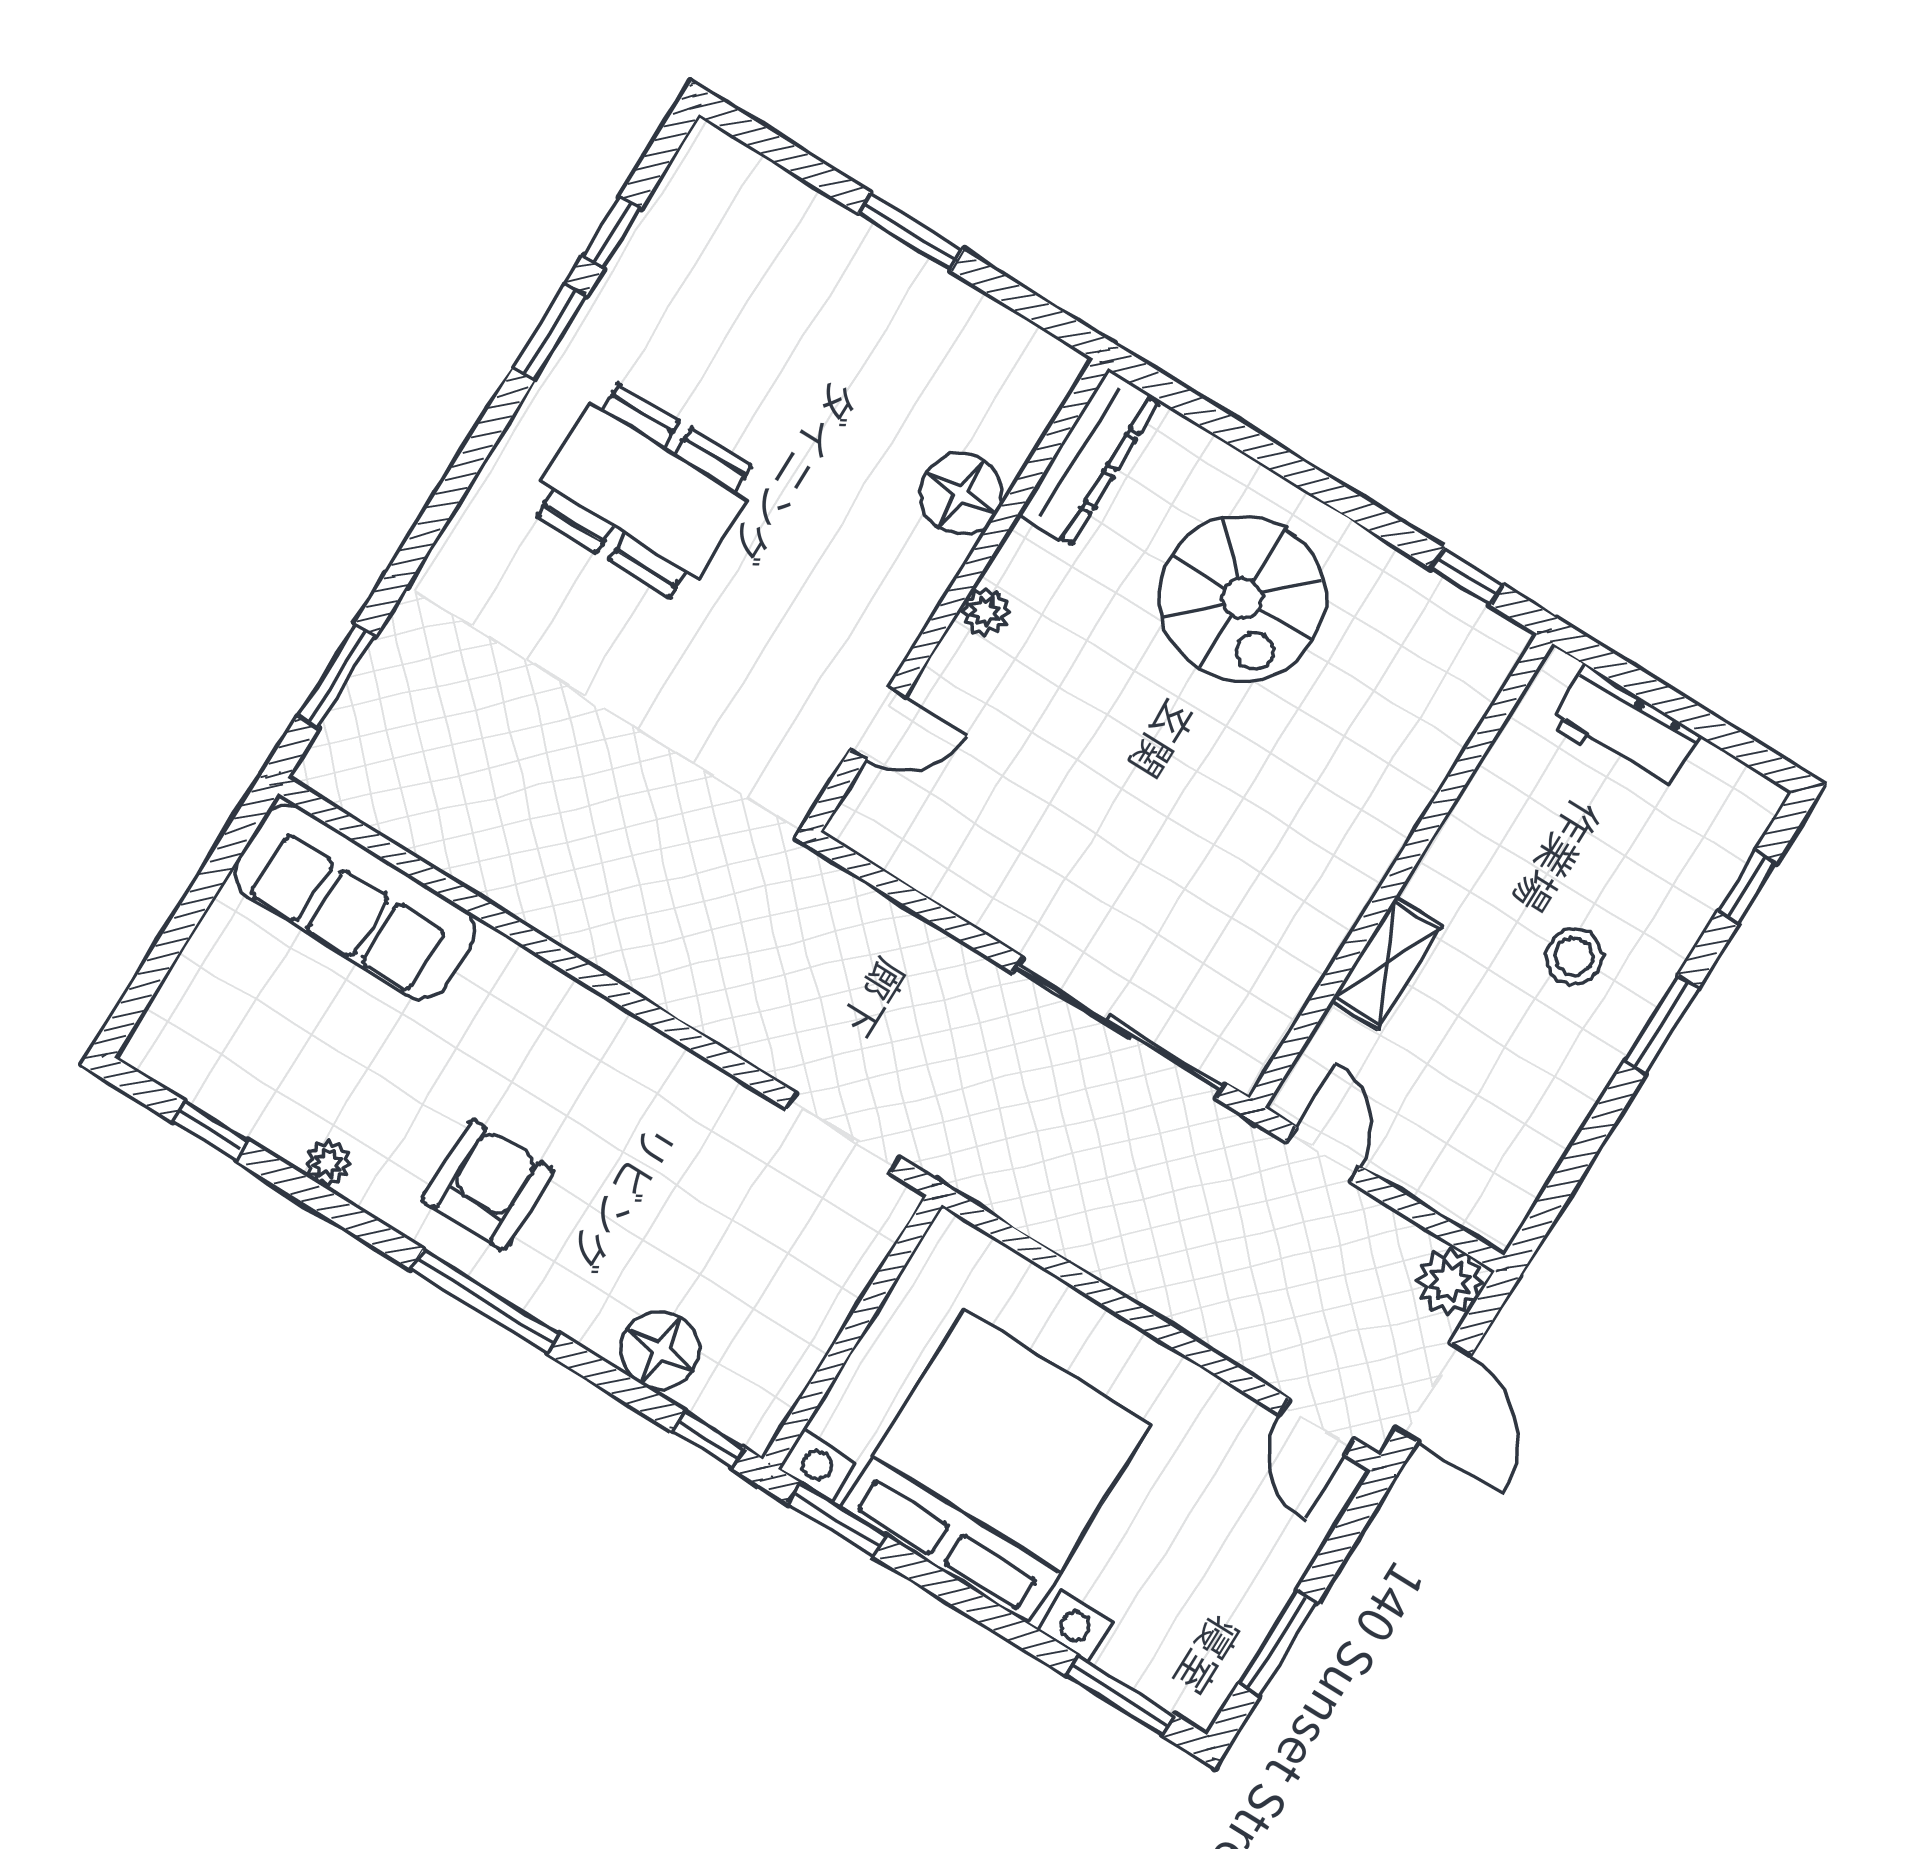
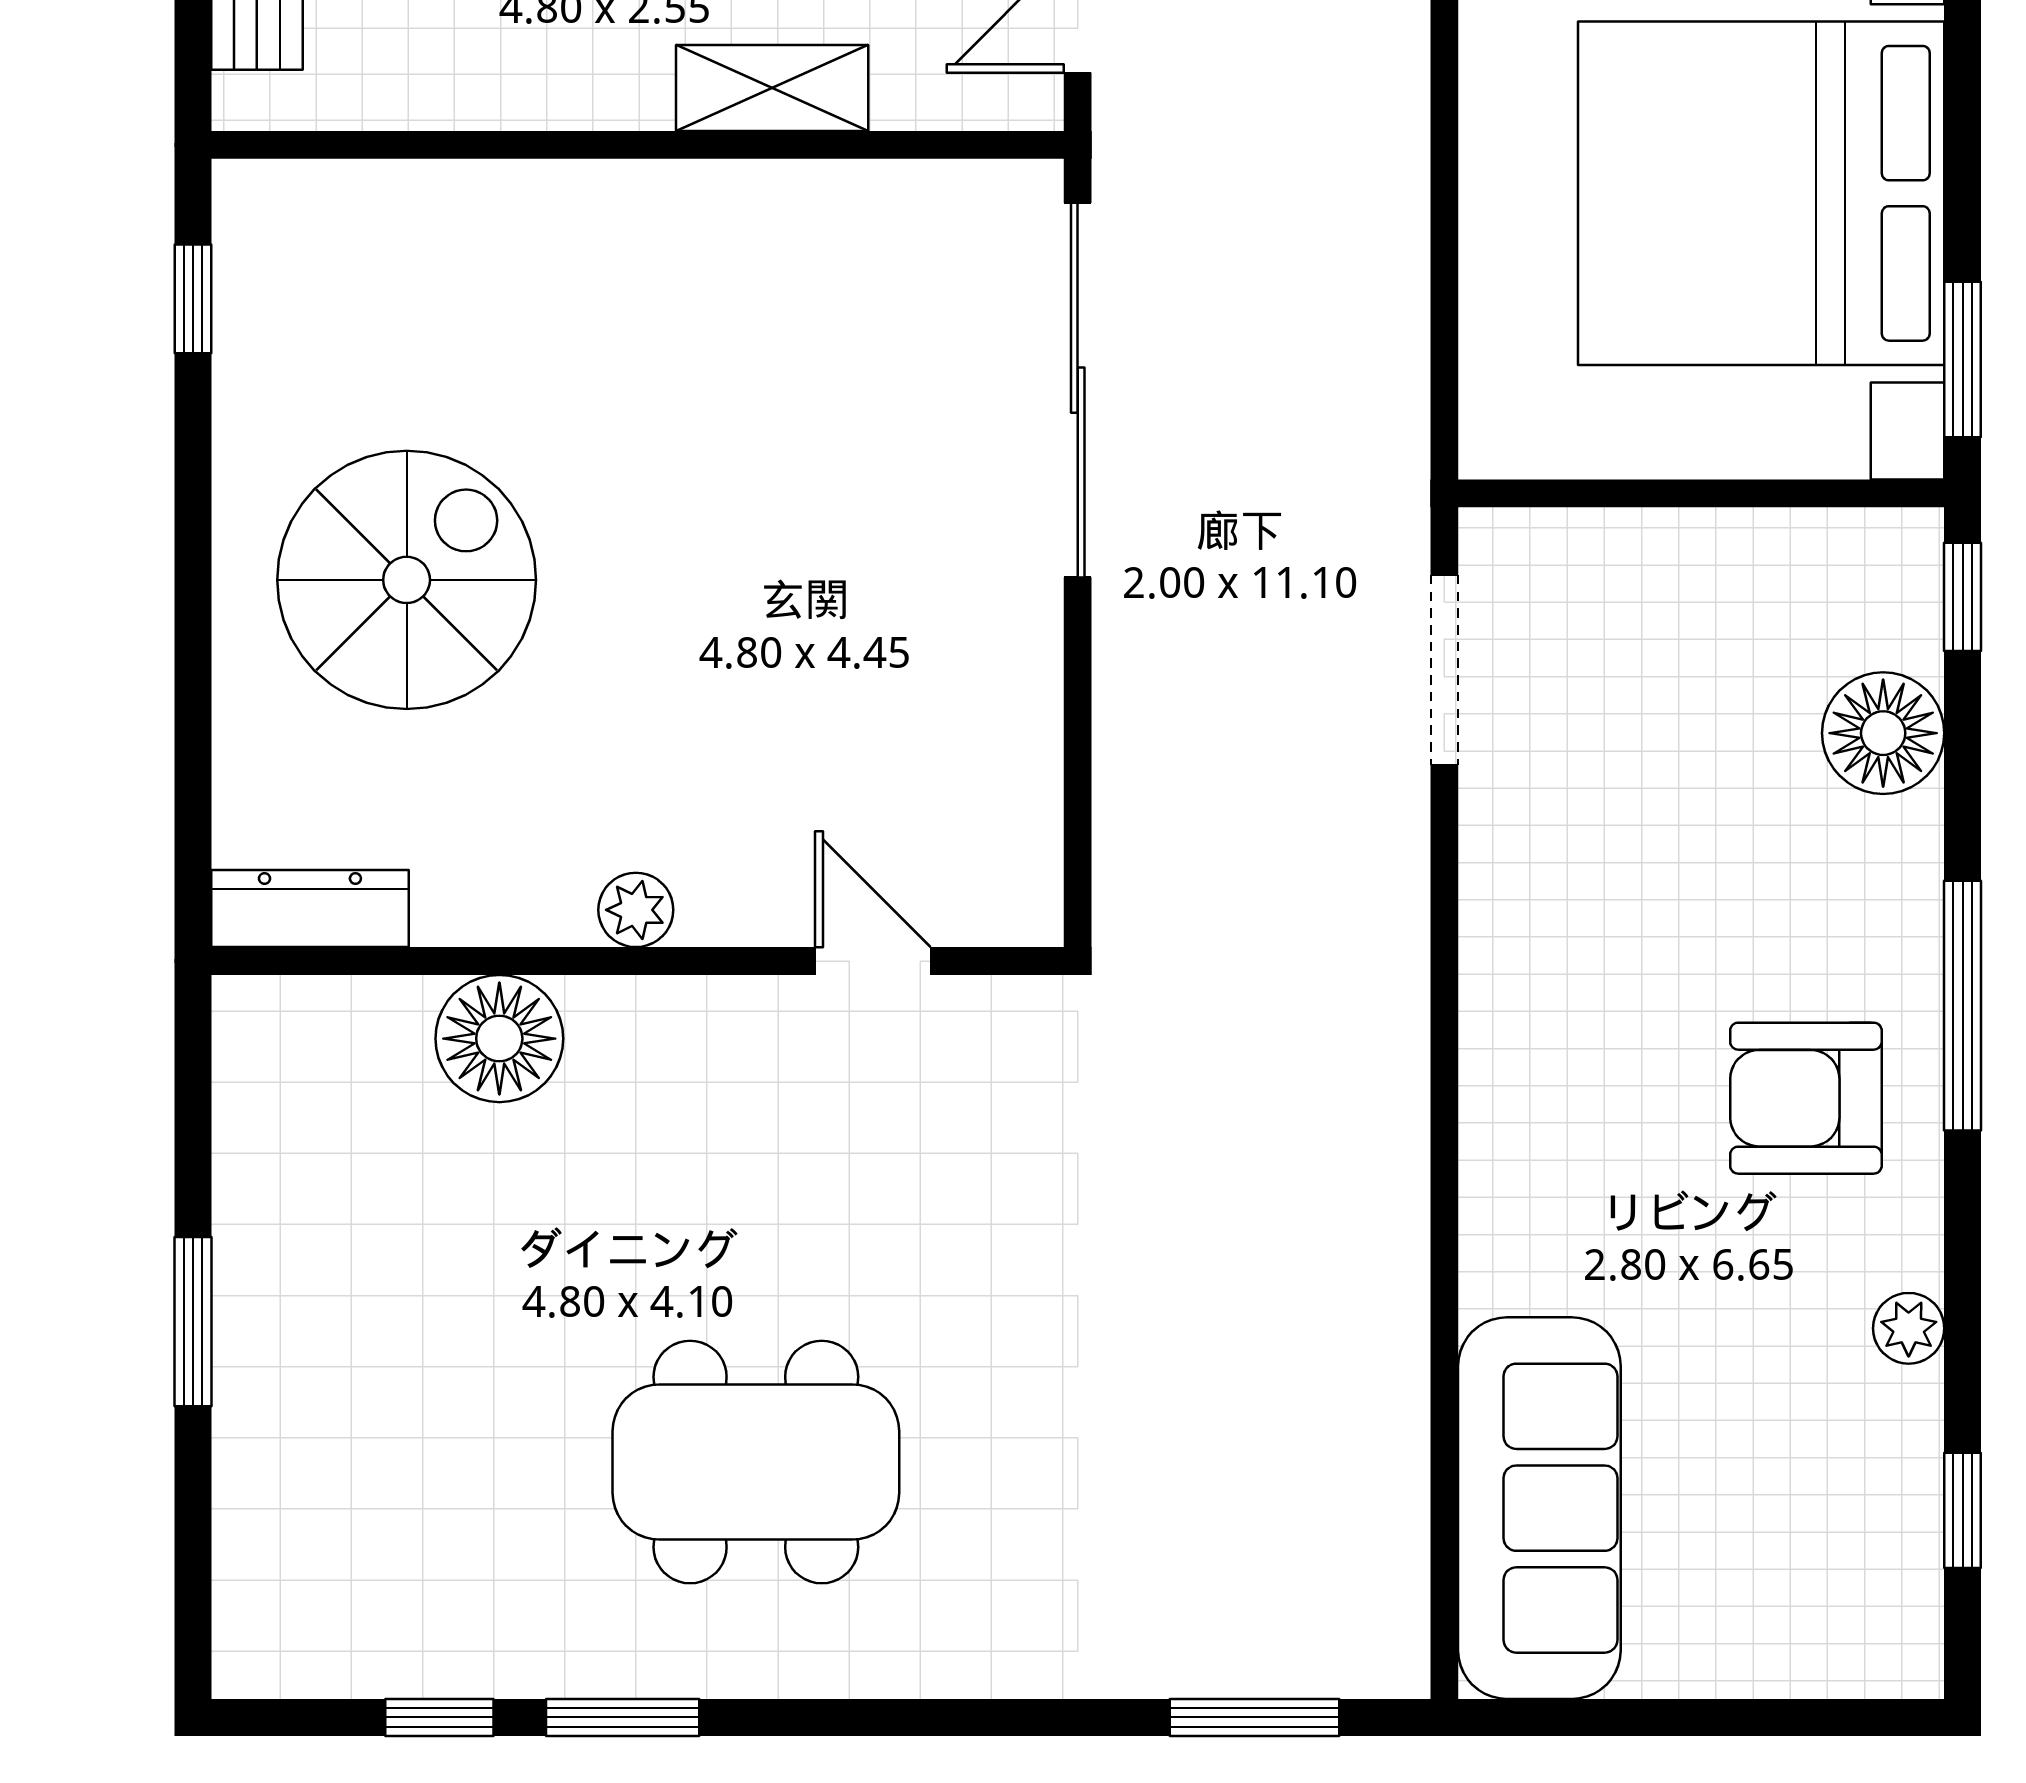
dresser: (1089, 457) -> (310, 909), width x0.73, depth x0.80
dining table: (644, 491) -> (756, 1462), turned 90

